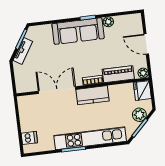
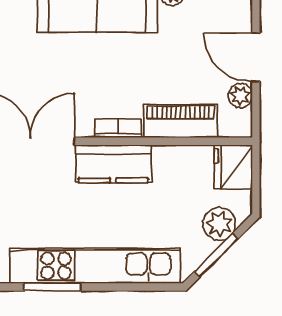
plant: (143, 73) -> (240, 96), moved

